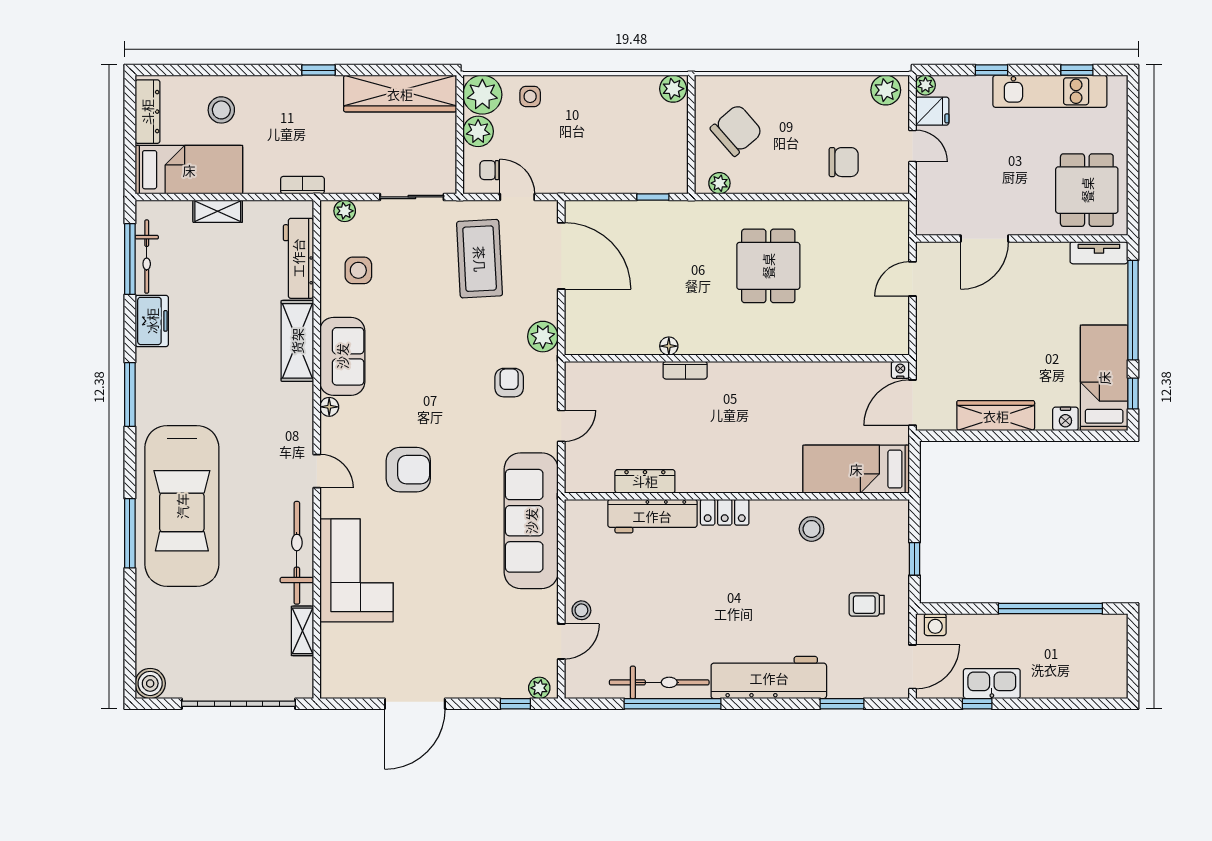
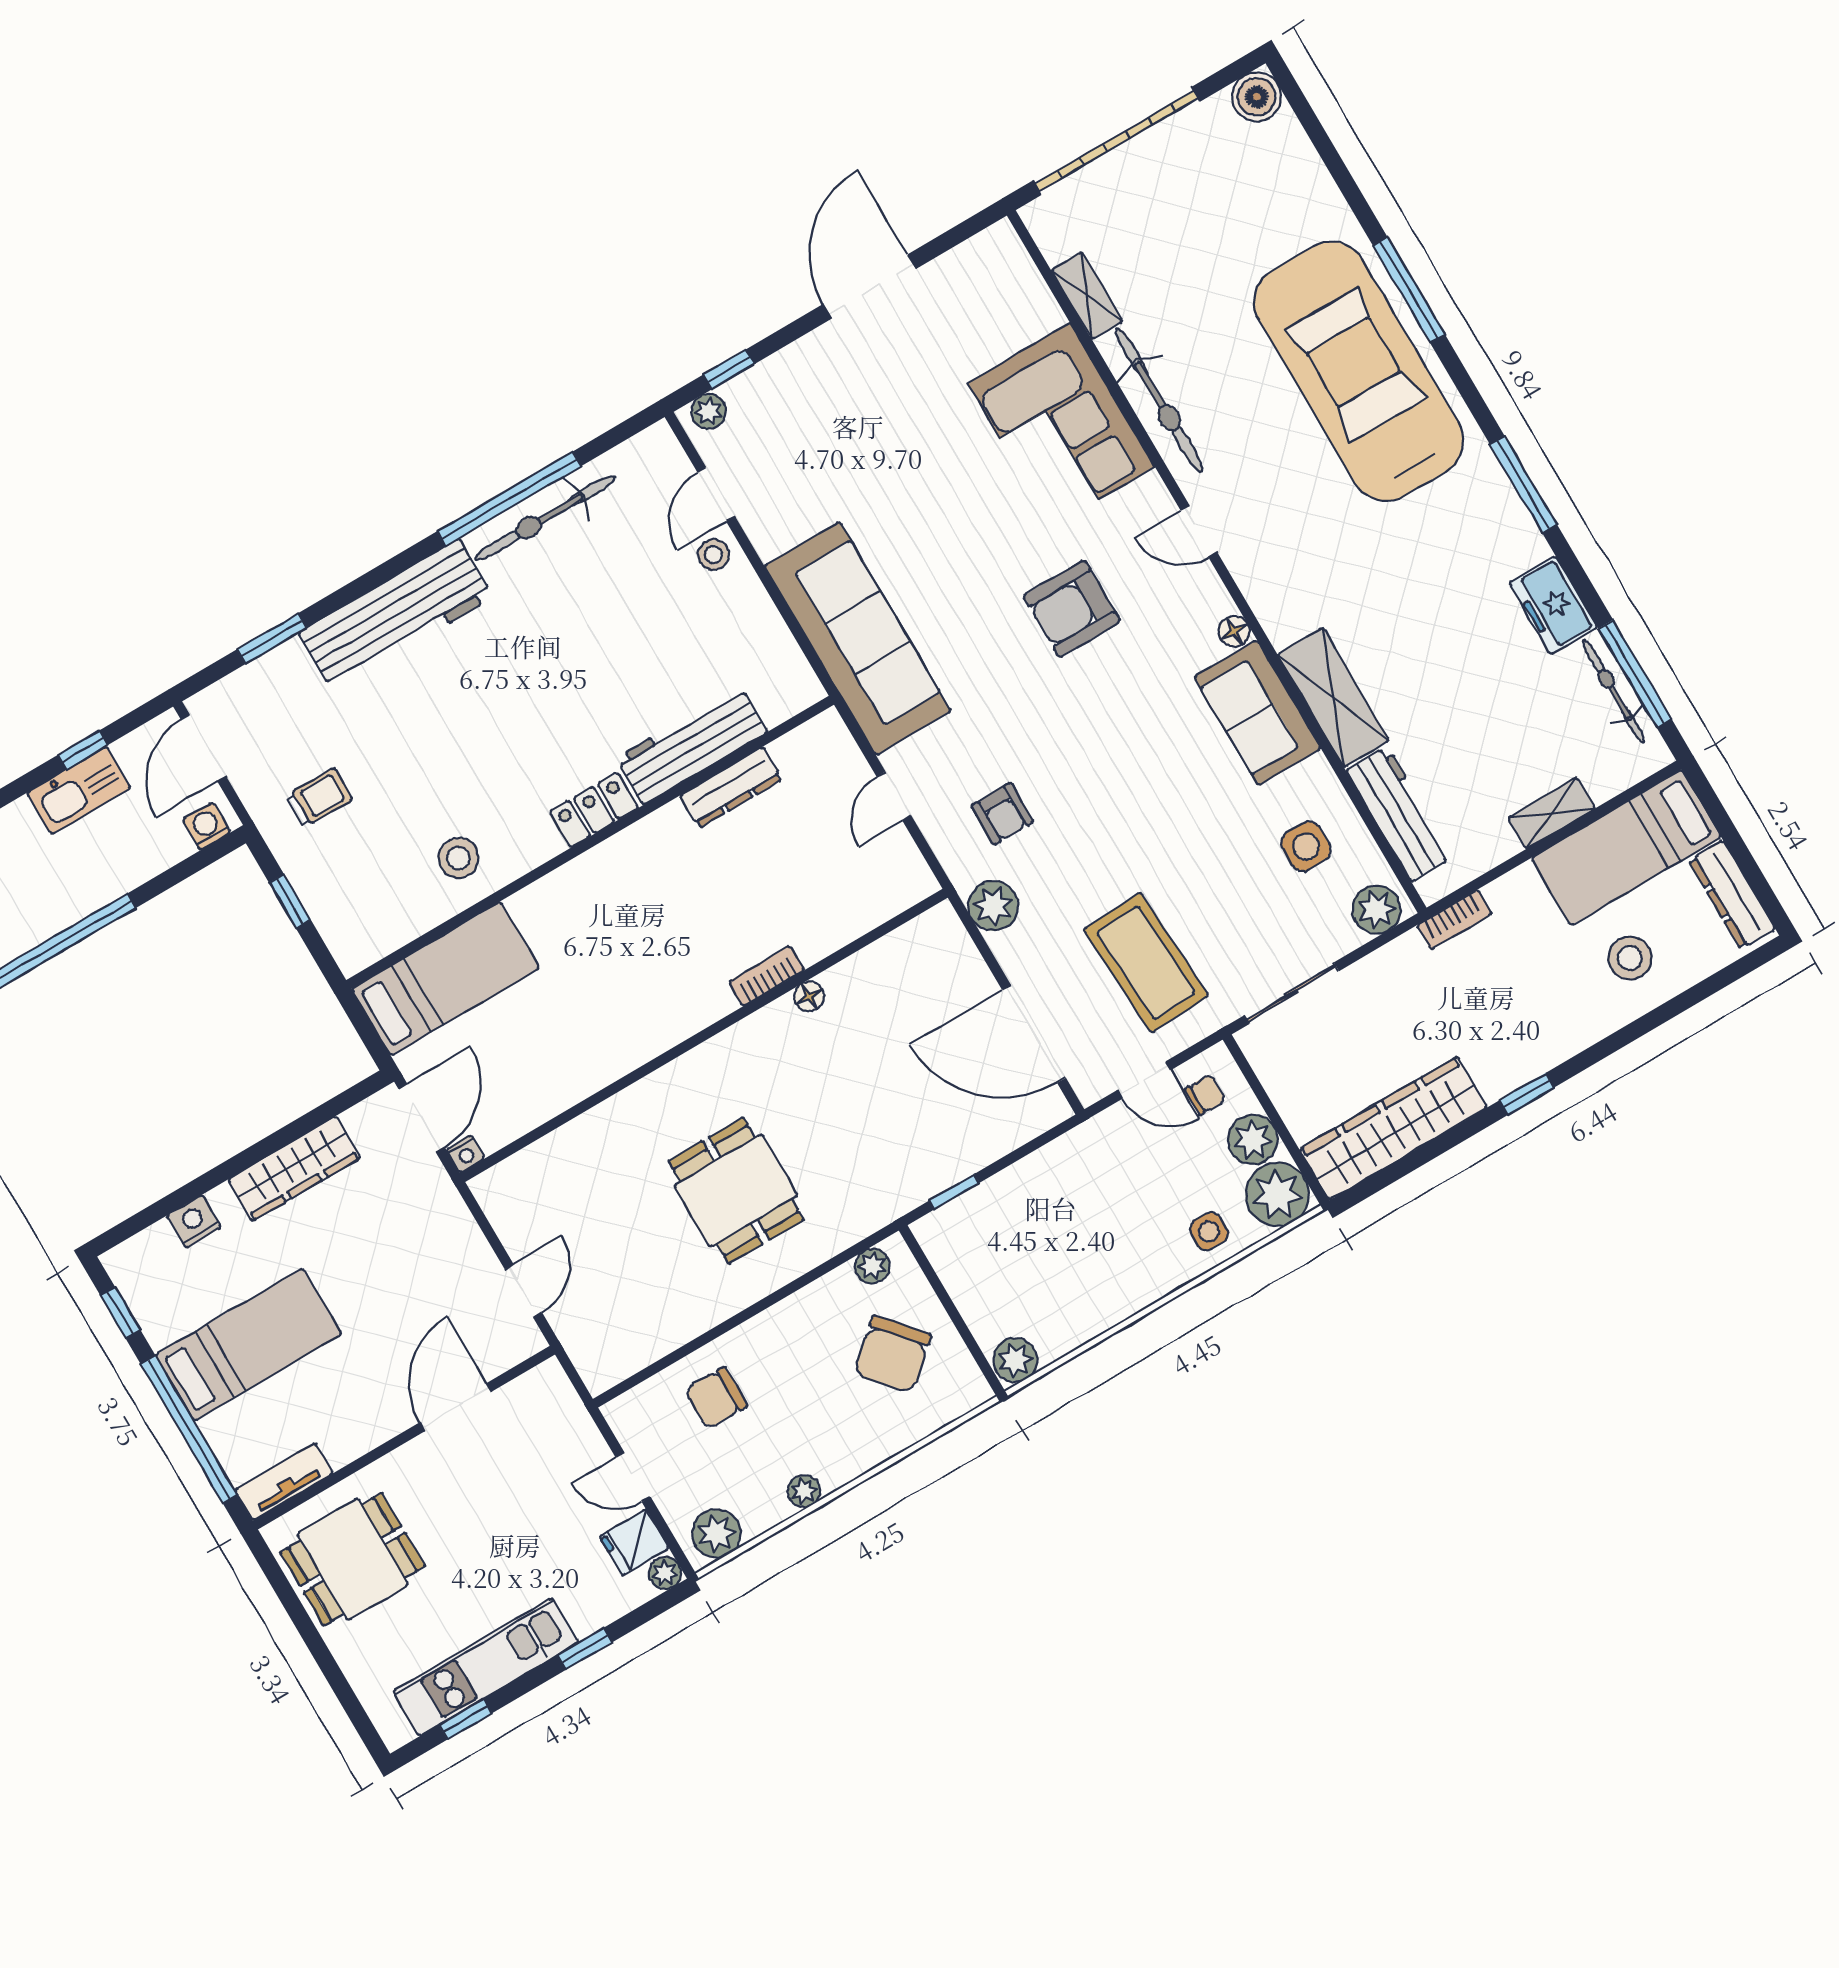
plant: (826, 85) -> (804, 1491), added
dining table: (1087, 190) -> (353, 1559), turned 90
plant: (345, 211) -> (1376, 909), width x1.38, depth x1.38
bed: (1104, 378) -> (248, 1345), moved, turned -90

